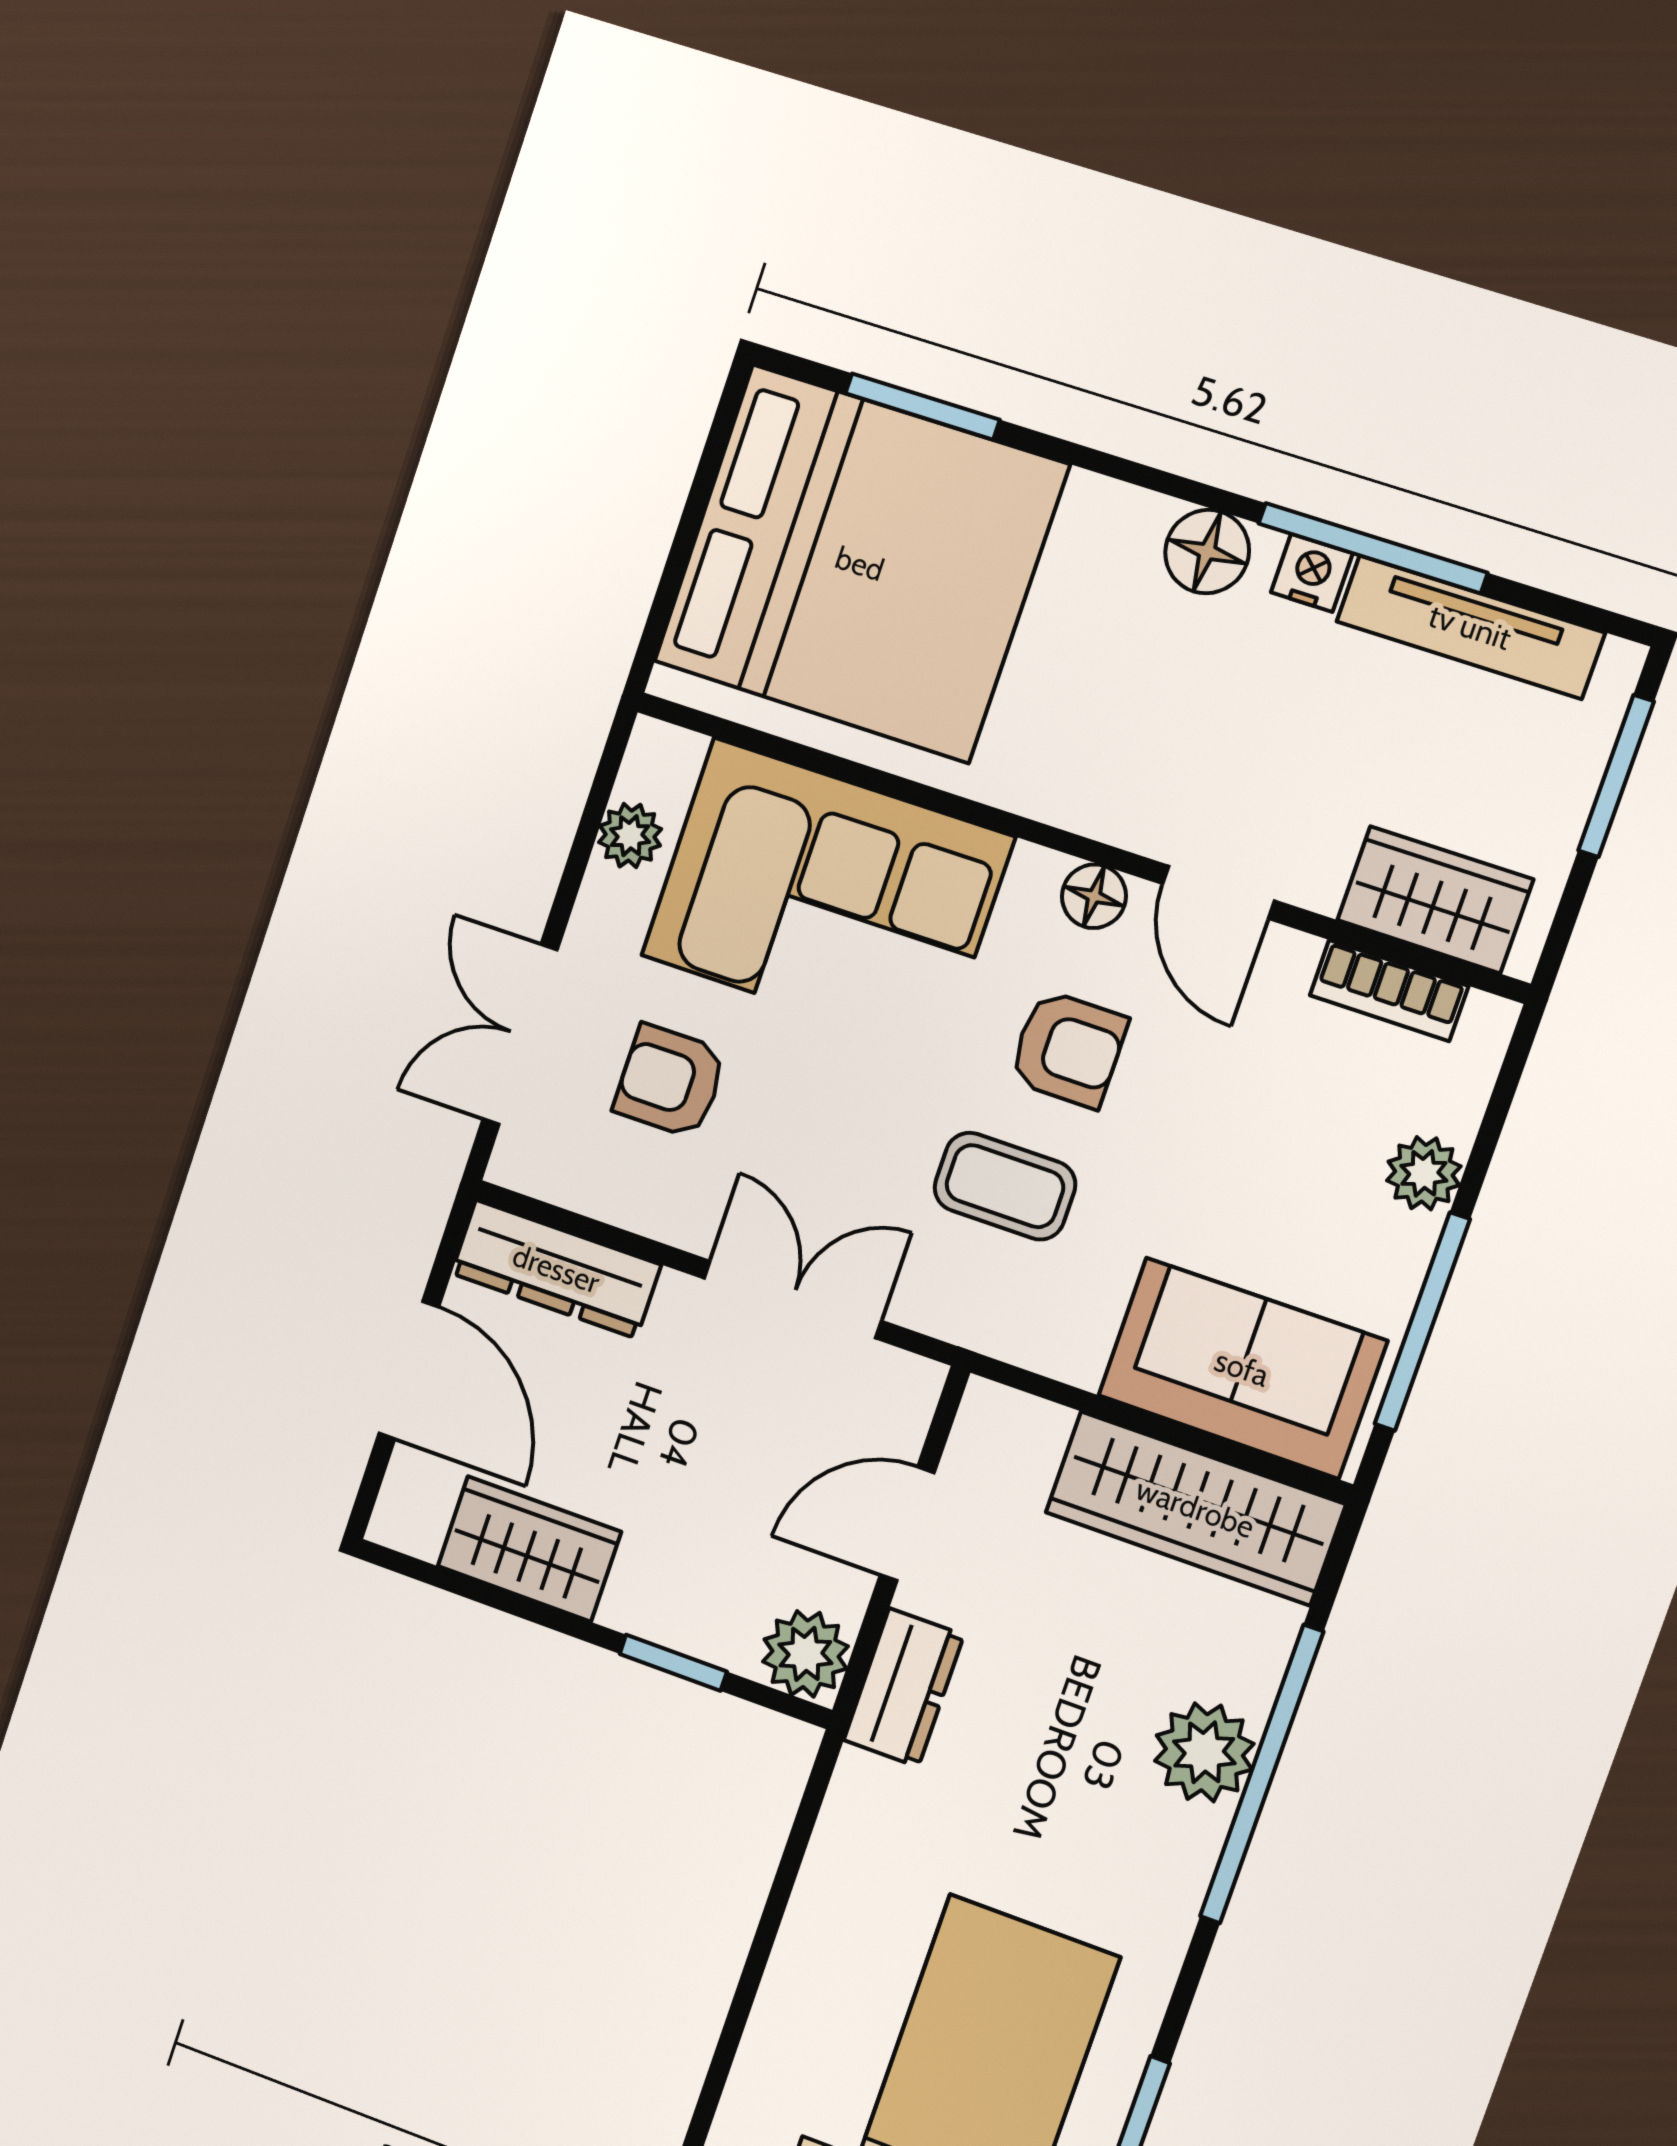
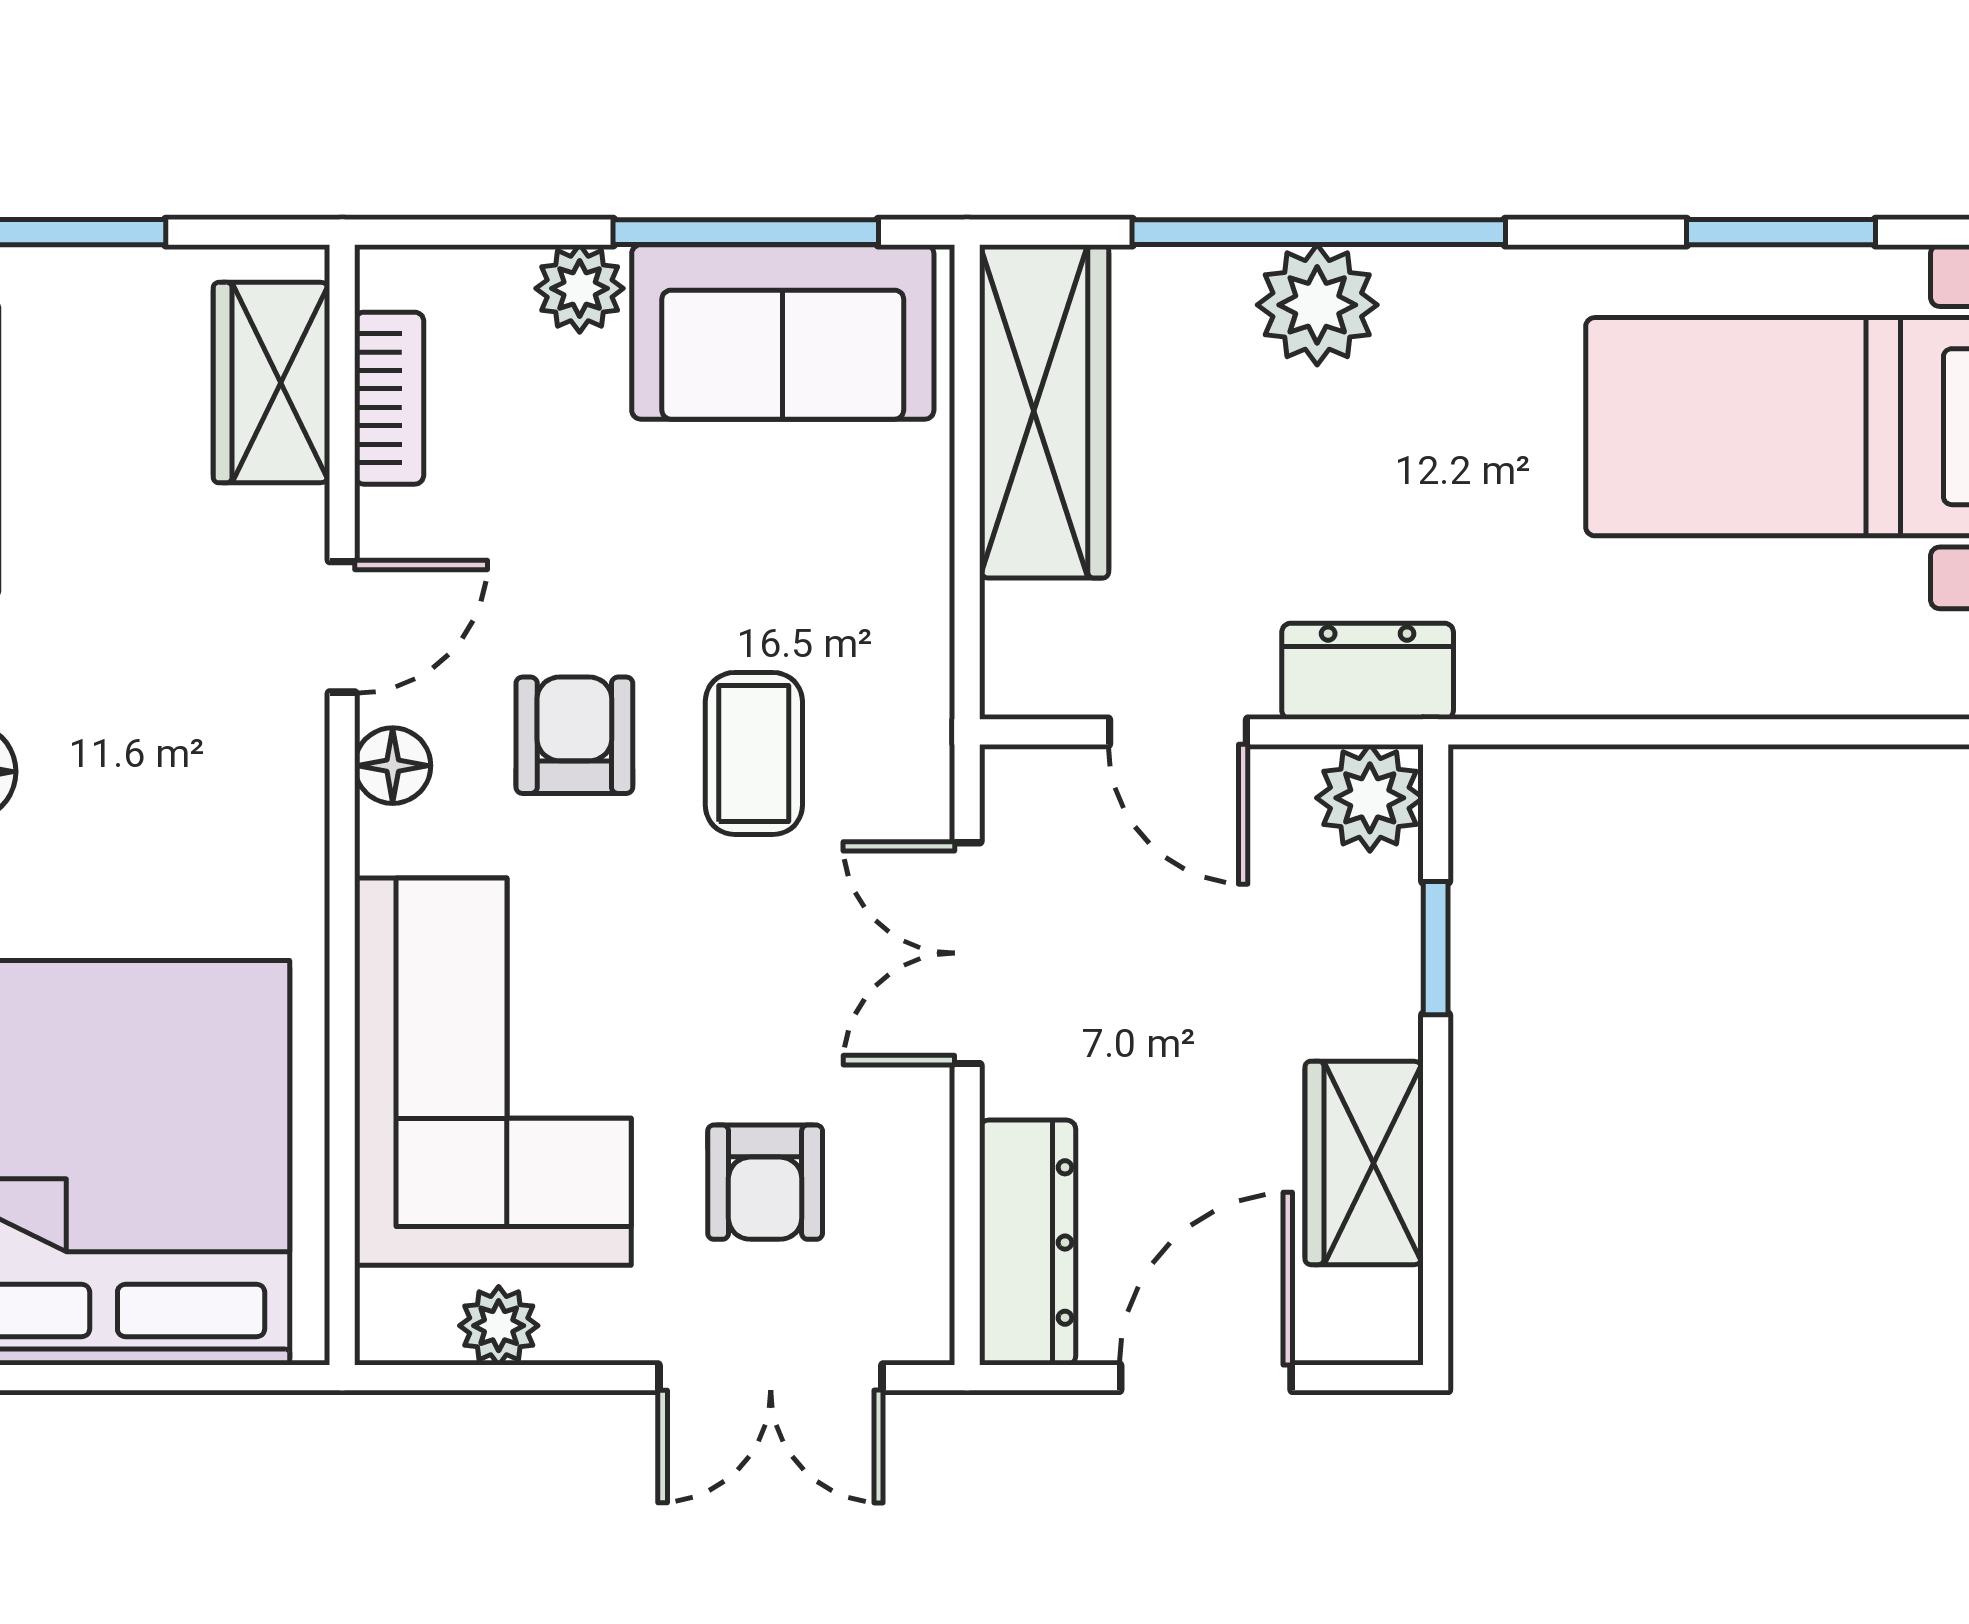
sofa: (1242, 1368) -> (783, 332), moved, turned -90

